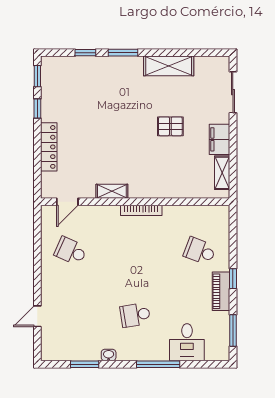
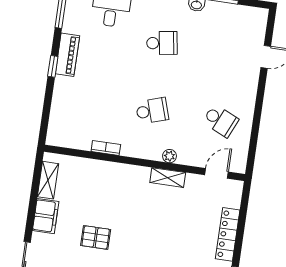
bookcase: (141, 210) -> (106, 148), moved, width x0.64
plant: (113, 211) -> (169, 156), added
school desk: (200, 251) -> (152, 111), moved, turned -39

